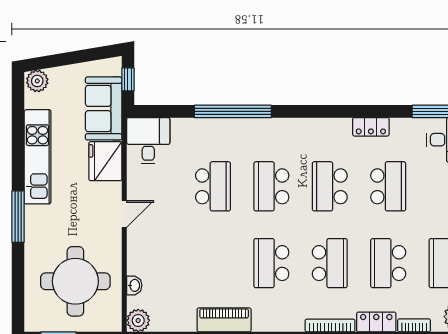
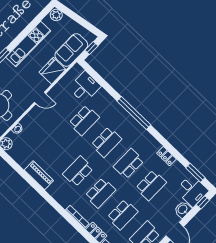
window: (233, 111) -> (134, 113), moved
desk: (148, 141) -> (85, 87), moved
school desk: (271, 186) -> (106, 142), turned 180
school desk: (388, 263) -> (123, 215), turned 180

